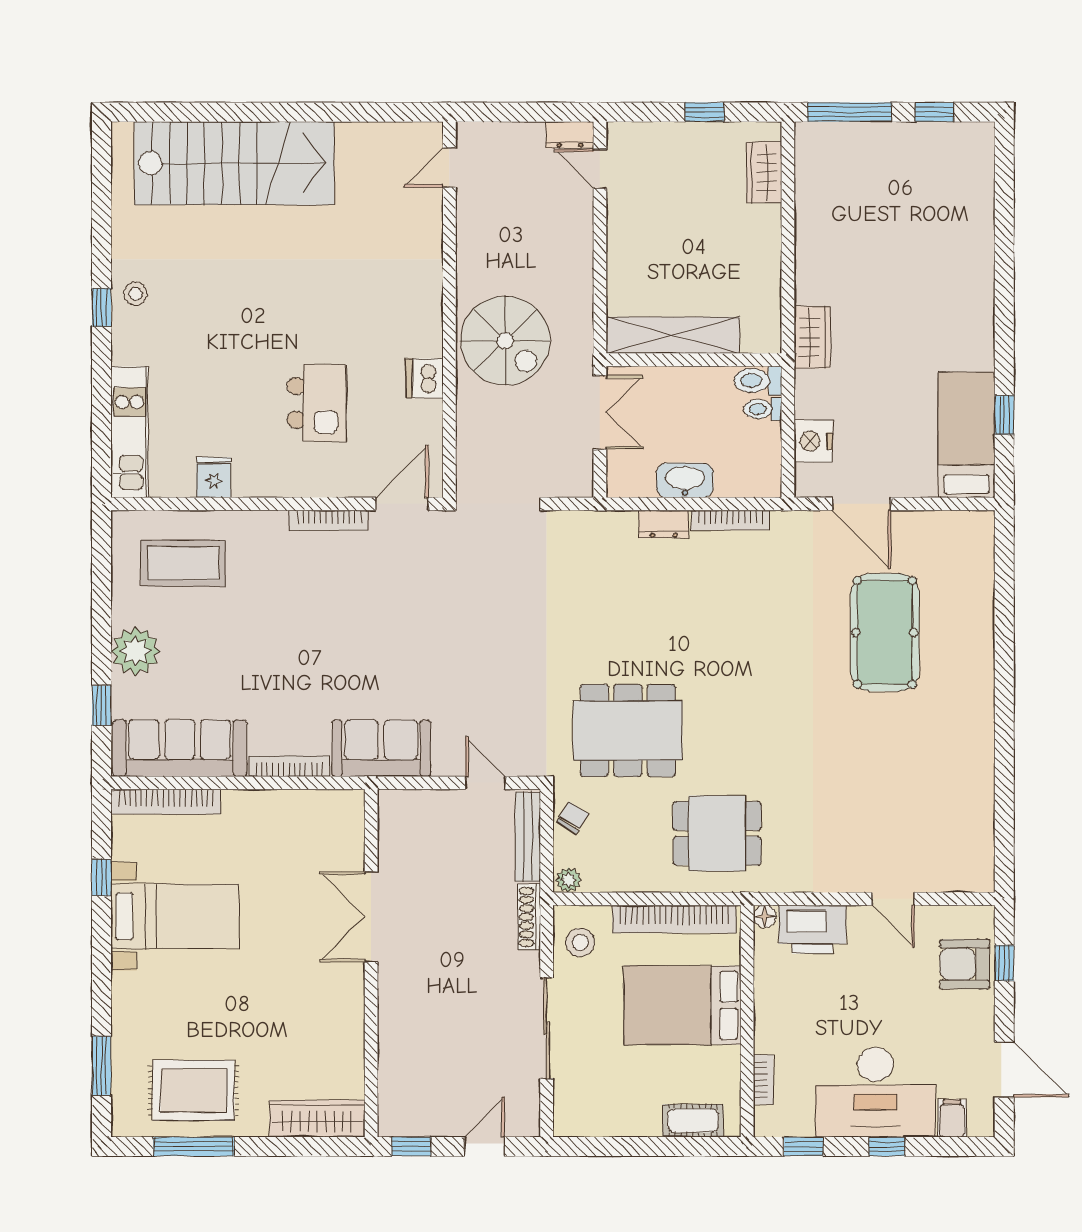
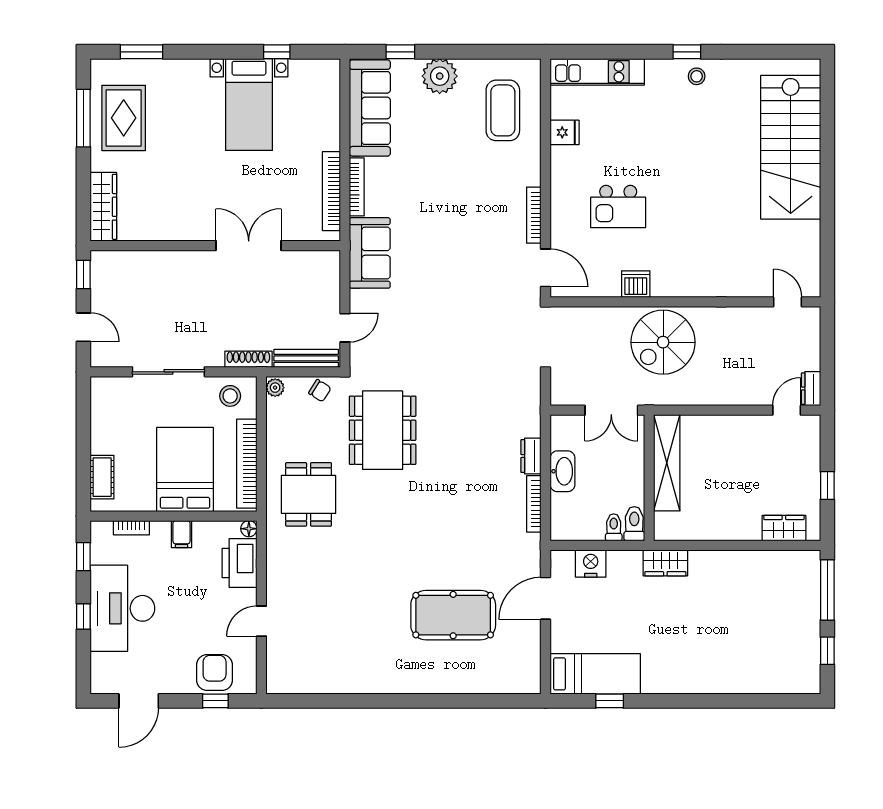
bookcase: (166, 802) -> (331, 191), moved
filing cabinet: (952, 1118) -> (182, 534), moved, turned 90

